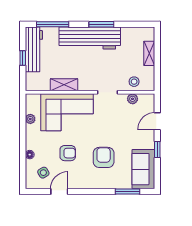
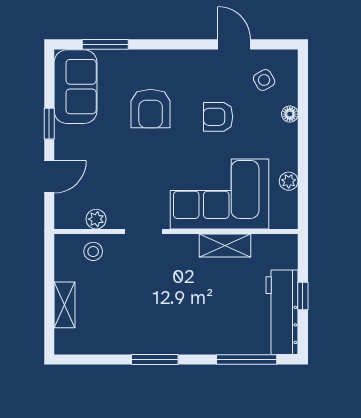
workbench: (90, 38) -> (177, 334), removed
door: (59, 192) -> (234, 44), swing flipped

